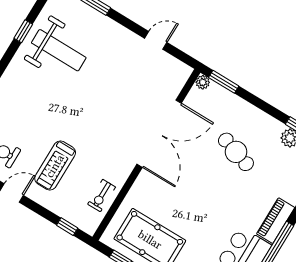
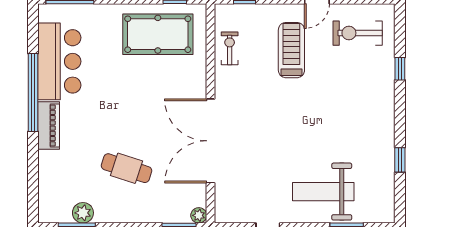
weight bench: (59, 50) -> (323, 192), moved

